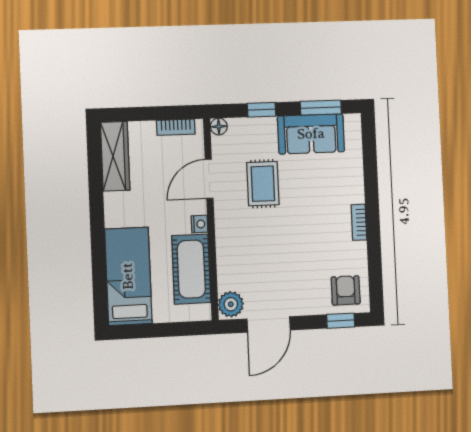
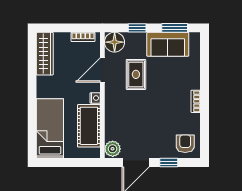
floor lamp: (219, 127) -> (115, 42), width x1.89, depth x1.89
window: (341, 321) -> (169, 163), moved

